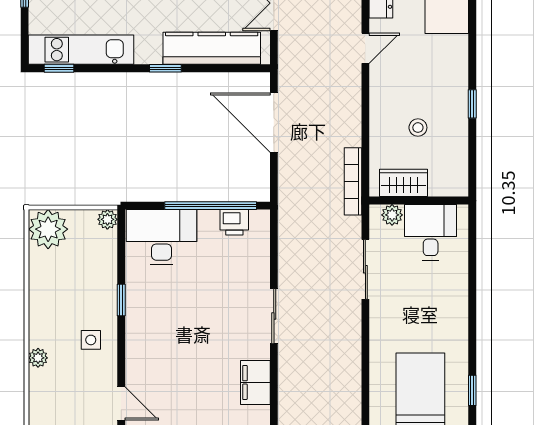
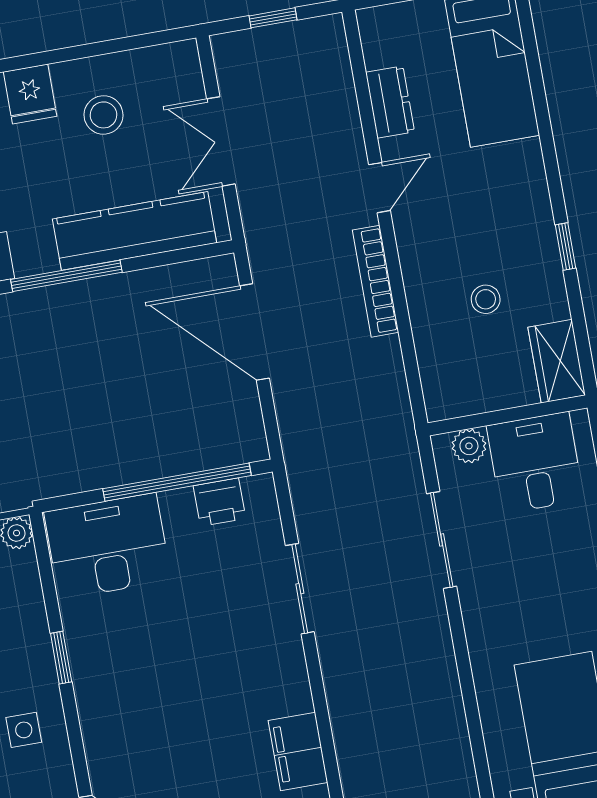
window: (165, 68) -> (66, 276), width x2.17
bookcase: (353, 181) -> (376, 281), moved
wardrobe: (404, 183) -> (557, 361), moved, turned -90
sliding door: (274, 316) -> (300, 589), moved

